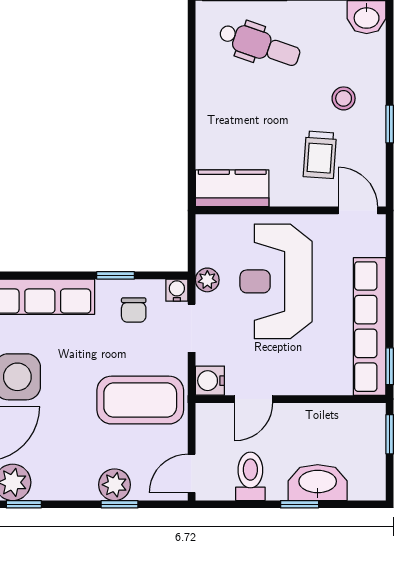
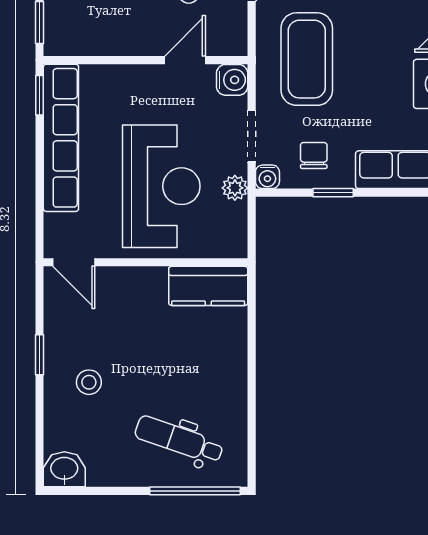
trolley: (320, 155) -> (114, 322), removed
coffee table: (140, 400) -> (307, 59), turned 90

